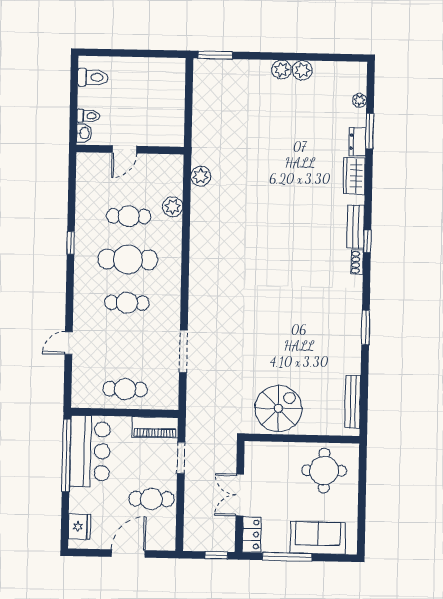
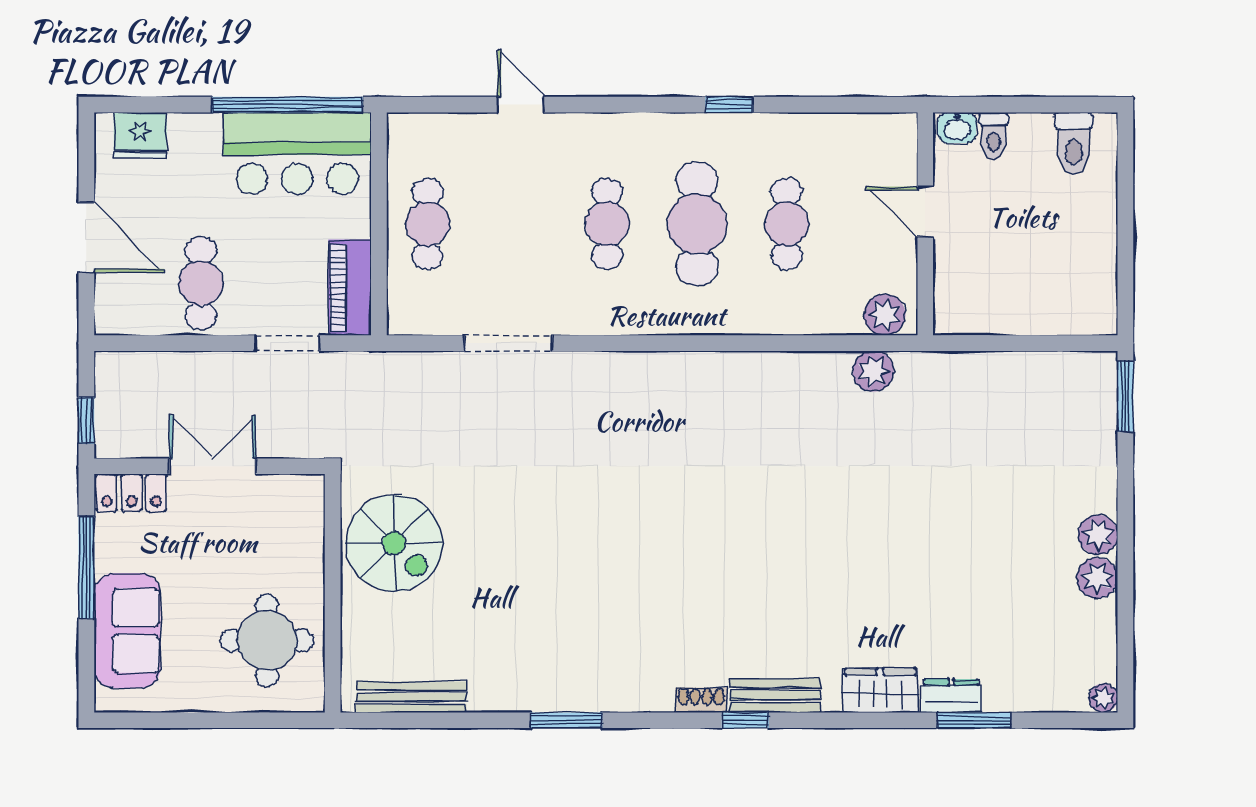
plant: (360, 100) -> (1103, 698), moved
plant: (173, 207) -> (885, 315), moved

